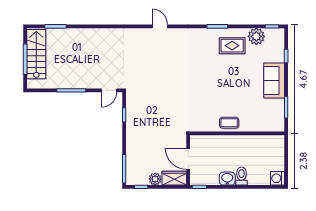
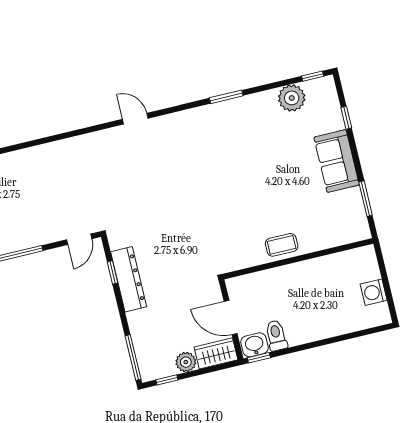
rug: (232, 46) -> (257, 122), removed
dresser: (133, 121) -> (129, 279), added
toilet: (242, 176) -> (276, 335), moved
washing machine: (277, 178) -> (374, 292), moved
washbasin: (227, 179) -> (255, 345), moved

